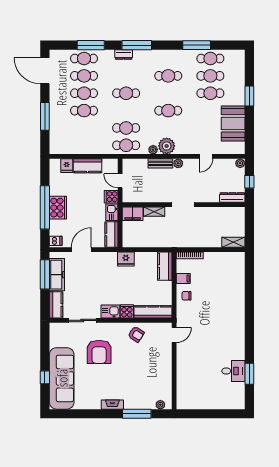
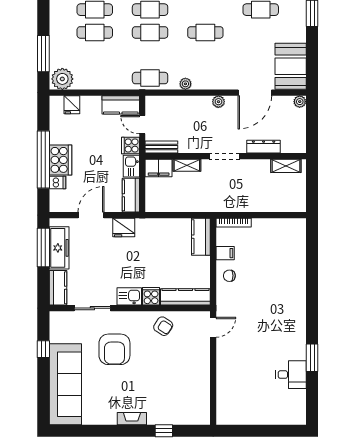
window: (45, 116) -> (43, 54), moved
booth: (233, 123) -> (291, 66), moved
cafe table: (126, 128) -> (150, 32), moved
plant: (167, 146) -> (62, 79), moved
door: (206, 156) -> (255, 93), width x1.88
bench: (160, 163) -> (161, 147), moved
kitchen counter: (88, 166) -> (121, 105), moved
window: (249, 182) -> (312, 126), removed
dresser: (232, 198) -> (264, 147), moved
dishwasher: (56, 241) -> (57, 183), moved
shelving: (233, 242) -> (286, 166), moved
fridge: (126, 259) -> (124, 227), moved
window: (249, 374) -> (312, 358), moved
window: (45, 377) -> (43, 349), moved
plant: (160, 405) -> (195, 419), removed
window: (137, 414) -> (164, 431), width x0.46

